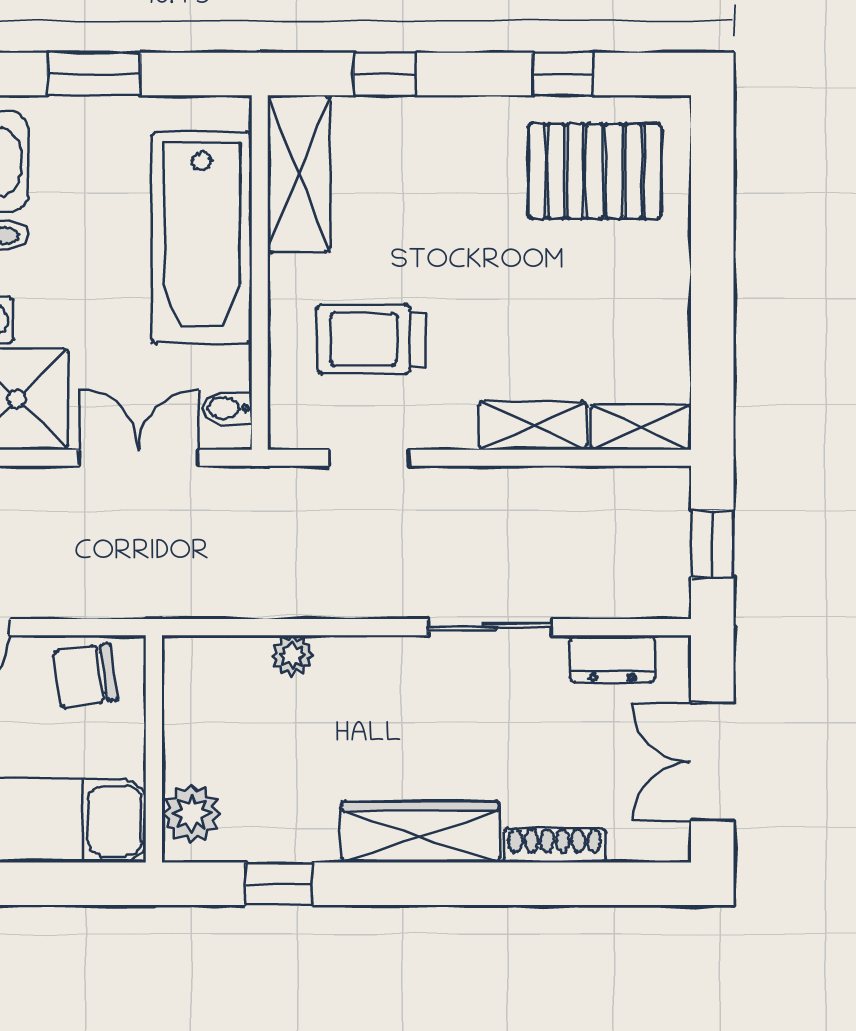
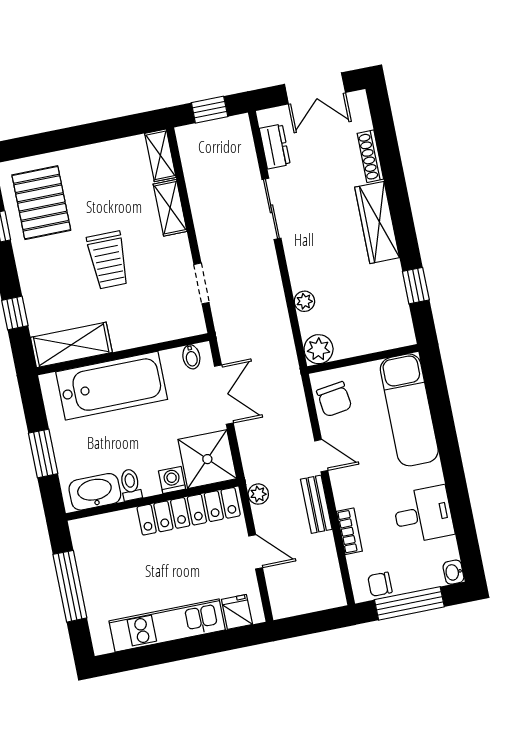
trolley: (371, 339) -> (108, 260), moved
double door: (139, 458) -> (224, 395), swing flipped
plant: (191, 814) -> (319, 349), moved

